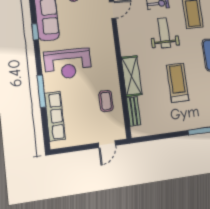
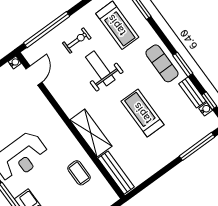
bench: (134, 111) -> (116, 173), width x1.36

